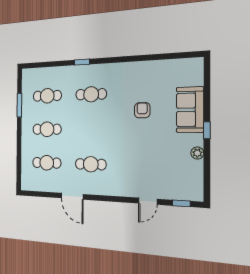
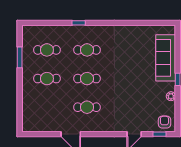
armchair: (142, 110) -> (164, 122), moved
sofa: (190, 110) -> (166, 58), width x1.36
cafe table: (47, 163) -> (87, 79), moved

